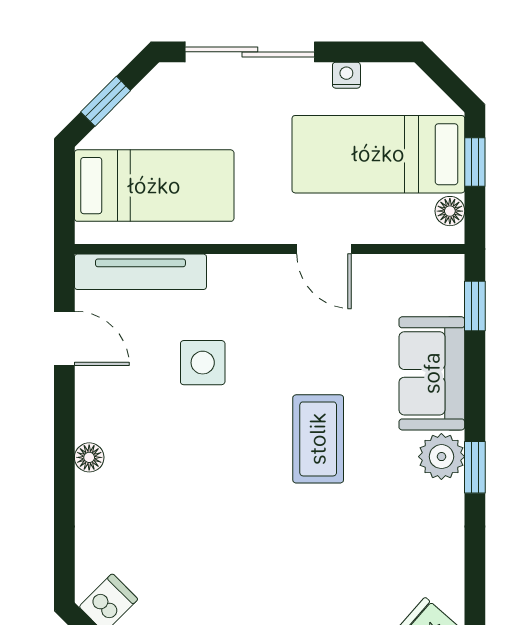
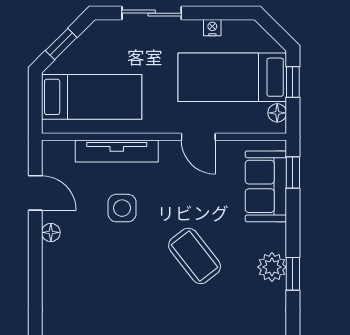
sliding door: (250, 52) -> (152, 13), width x0.73
tv unit: (140, 272) -> (117, 151), moved
sofa: (432, 373) -> (266, 186), moved
coffee table: (318, 439) -> (195, 256), turned -38
floor lamp: (89, 457) -> (51, 232), moved

